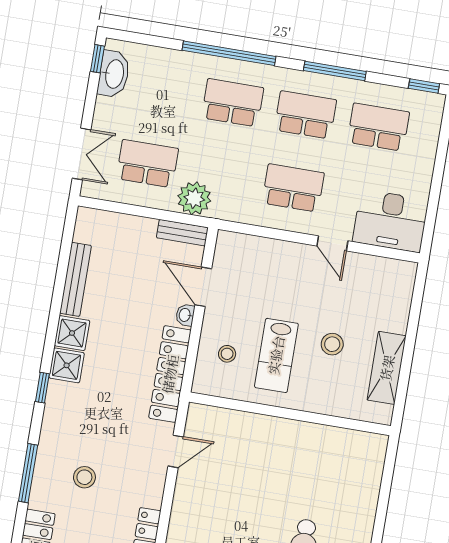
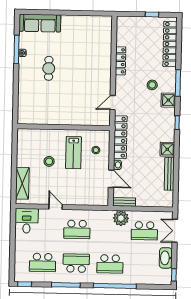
washbasin: (114, 74) -> (166, 258), moved
school desk: (305, 115) -> (76, 263), turned 180
desk: (390, 221) -> (27, 221), width x0.73
lab bench: (276, 355) -> (73, 153), turned 180
shower: (67, 365) -> (168, 100), moved
shelving: (387, 368) -> (22, 183), moved

